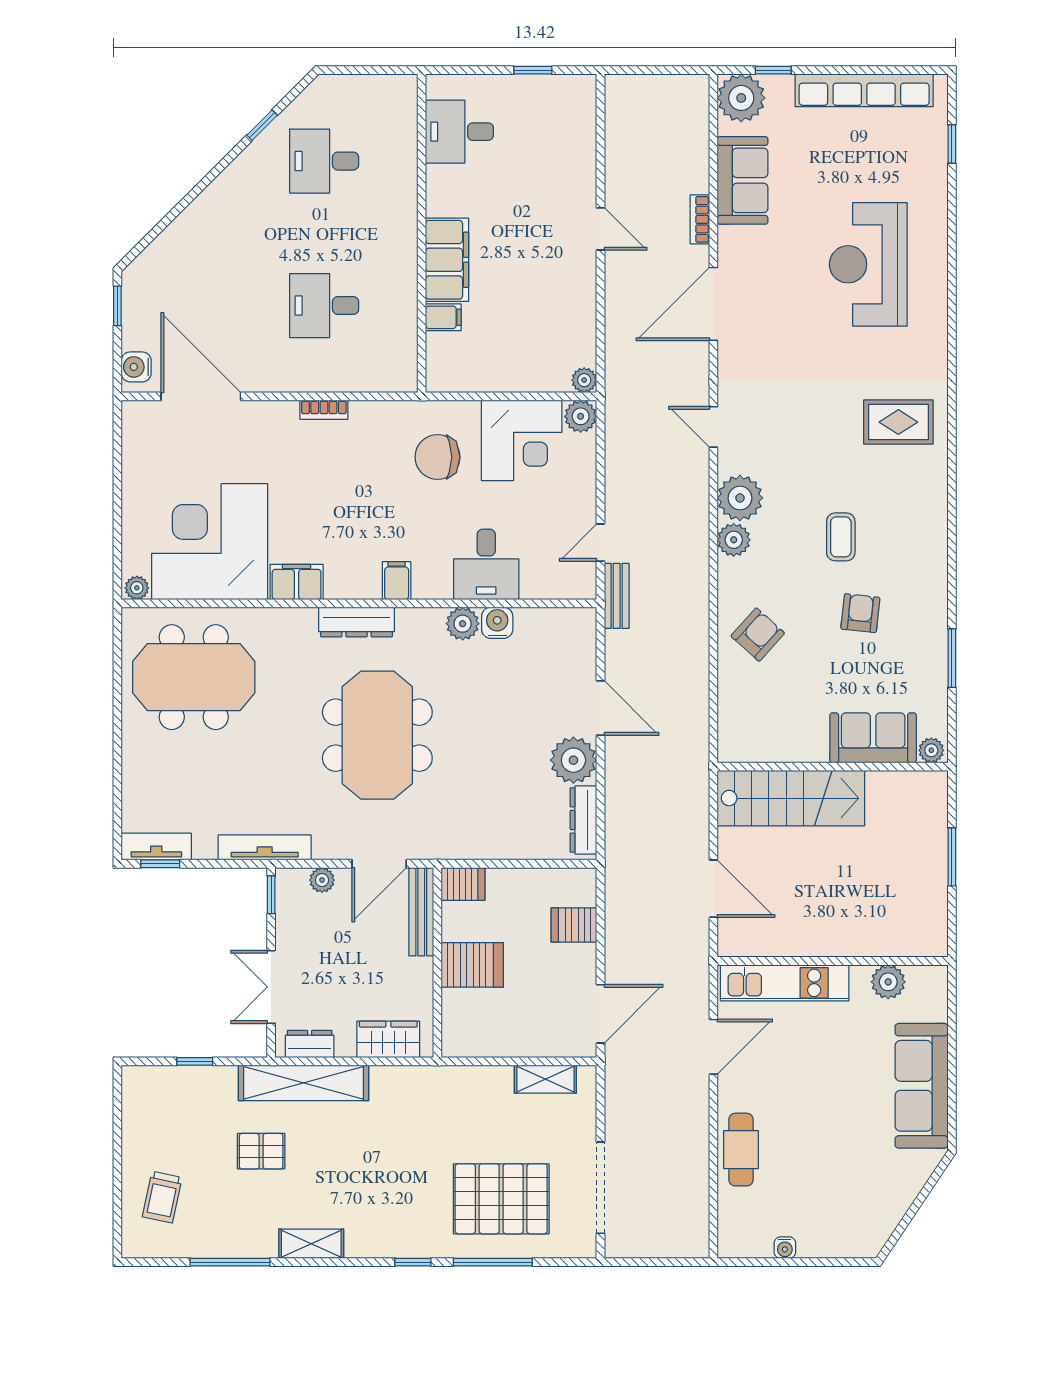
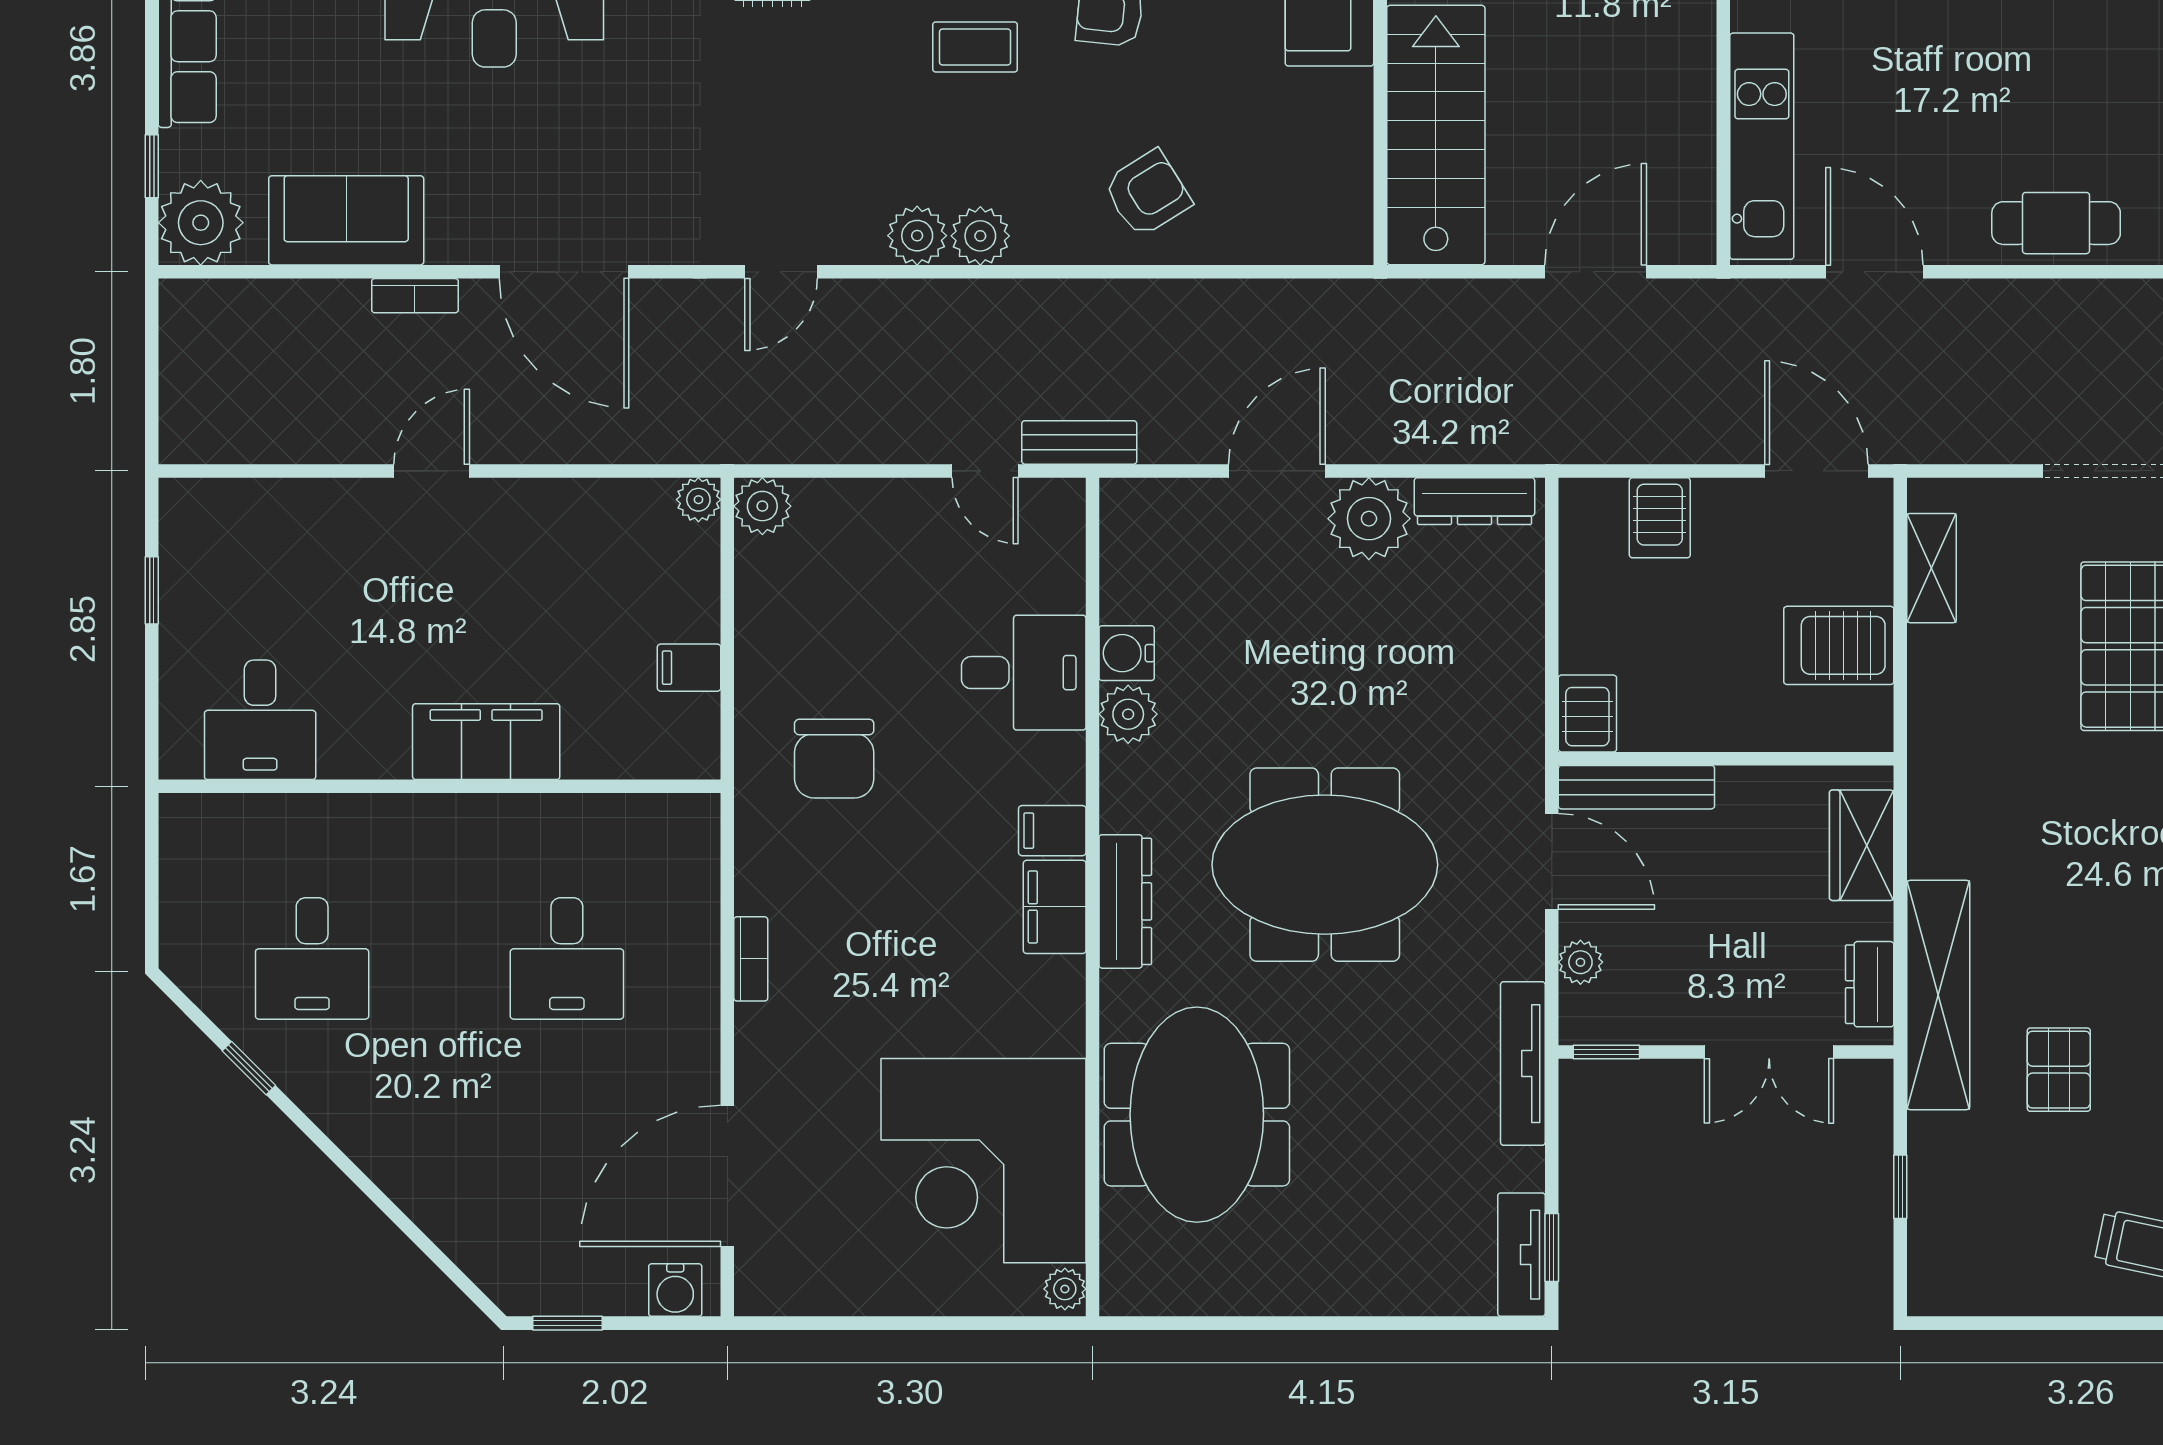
filing cabinet: (443, 317) -> (689, 668), moved, turned -90
corner desk: (522, 440) -> (805, 610), removed
plant: (740, 498) -> (917, 236), width x0.73, depth x0.73
filing cabinet: (297, 582) -> (1055, 907), moved
armchair: (758, 635) -> (1147, 193), turned 106
meeting table: (194, 677) -> (1197, 1115), moved
server rack: (472, 965) -> (1839, 645), moved, turned -90

